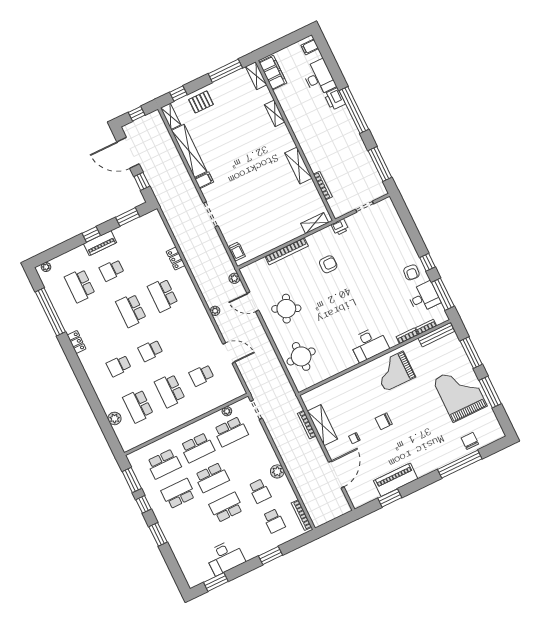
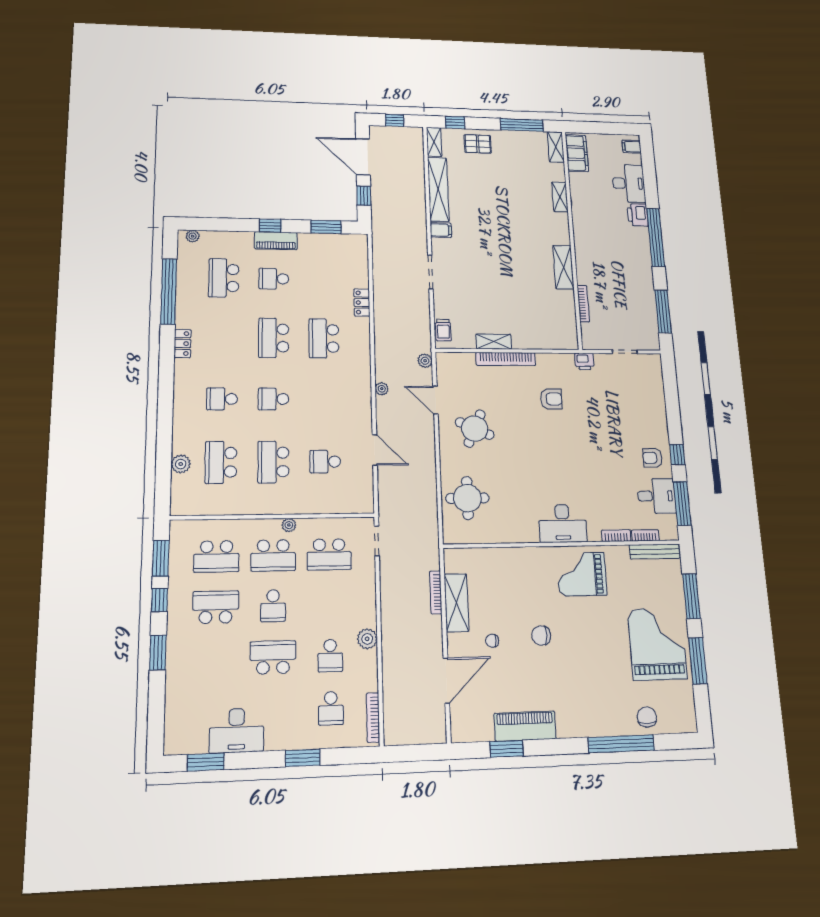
shelving: (315, 223) -> (494, 342), moved
armchair: (411, 272) -> (652, 458), turned 84
plant: (227, 411) -> (289, 525), moved
school desk: (212, 478) -> (273, 606), width x0.54

